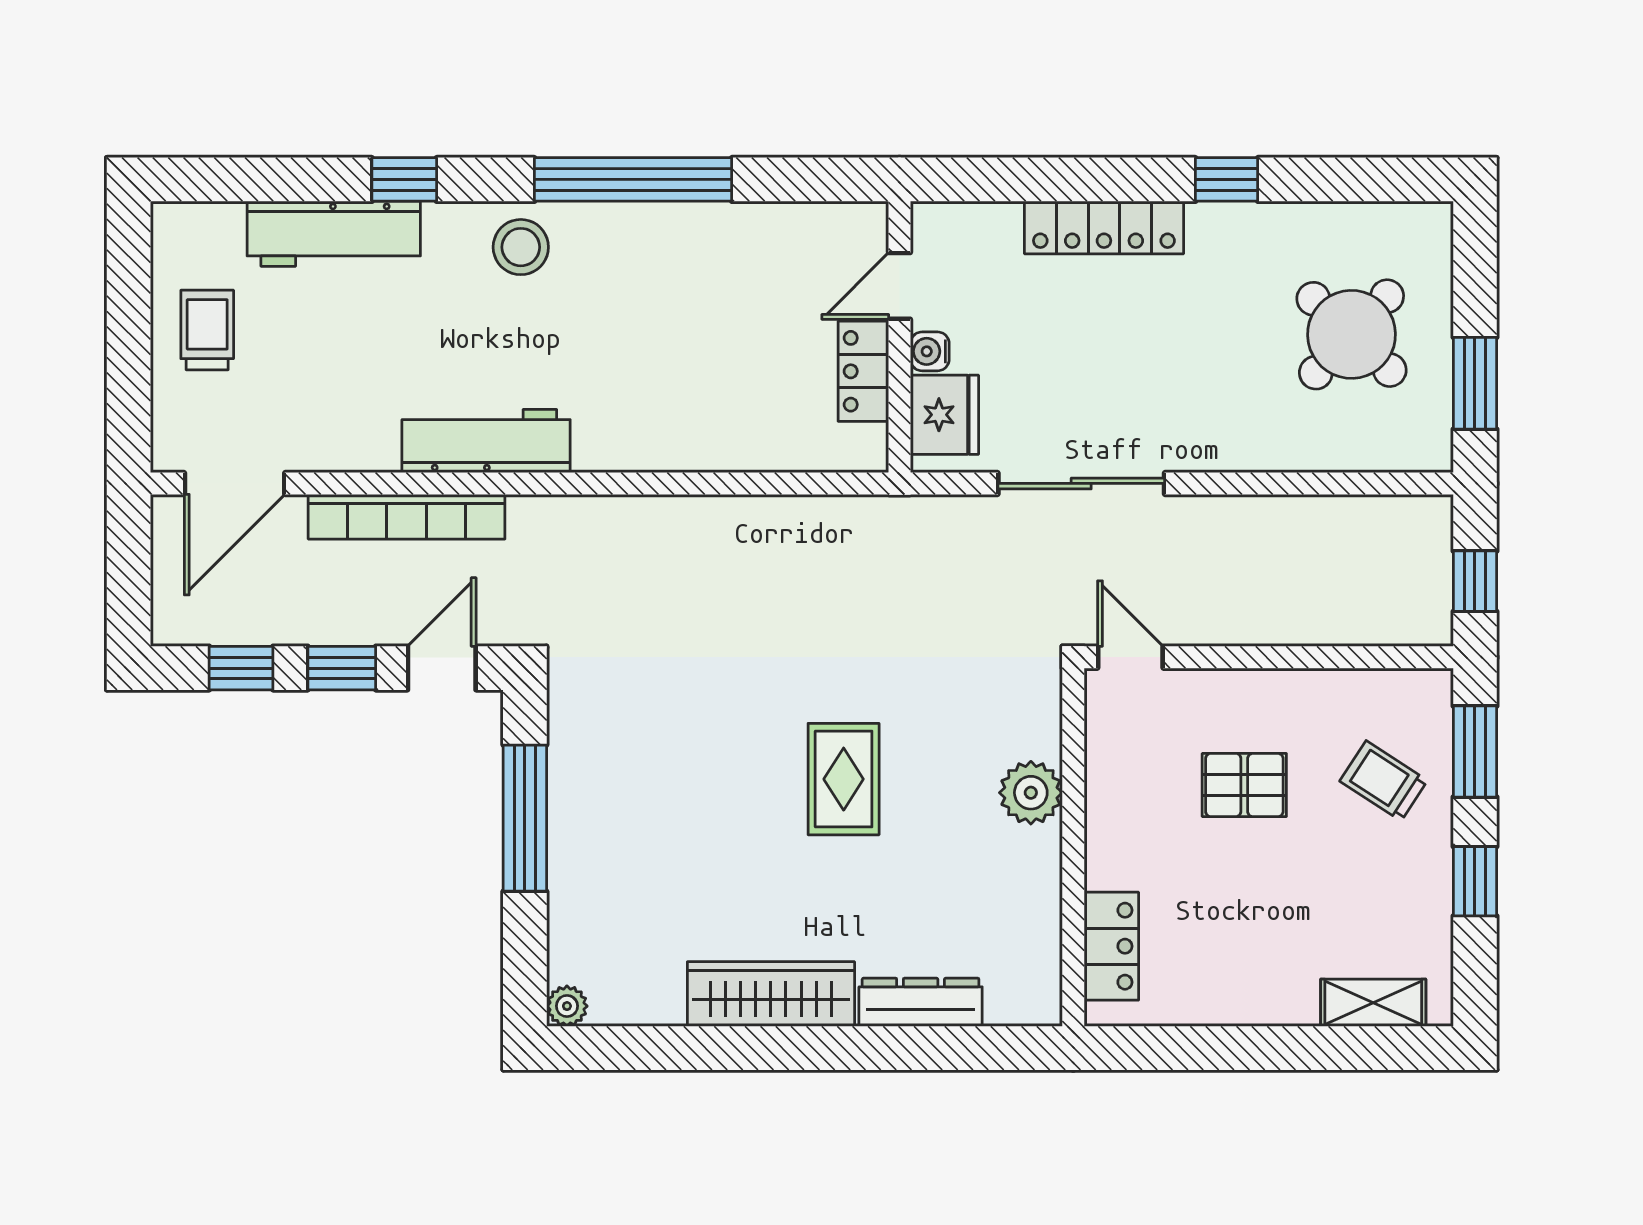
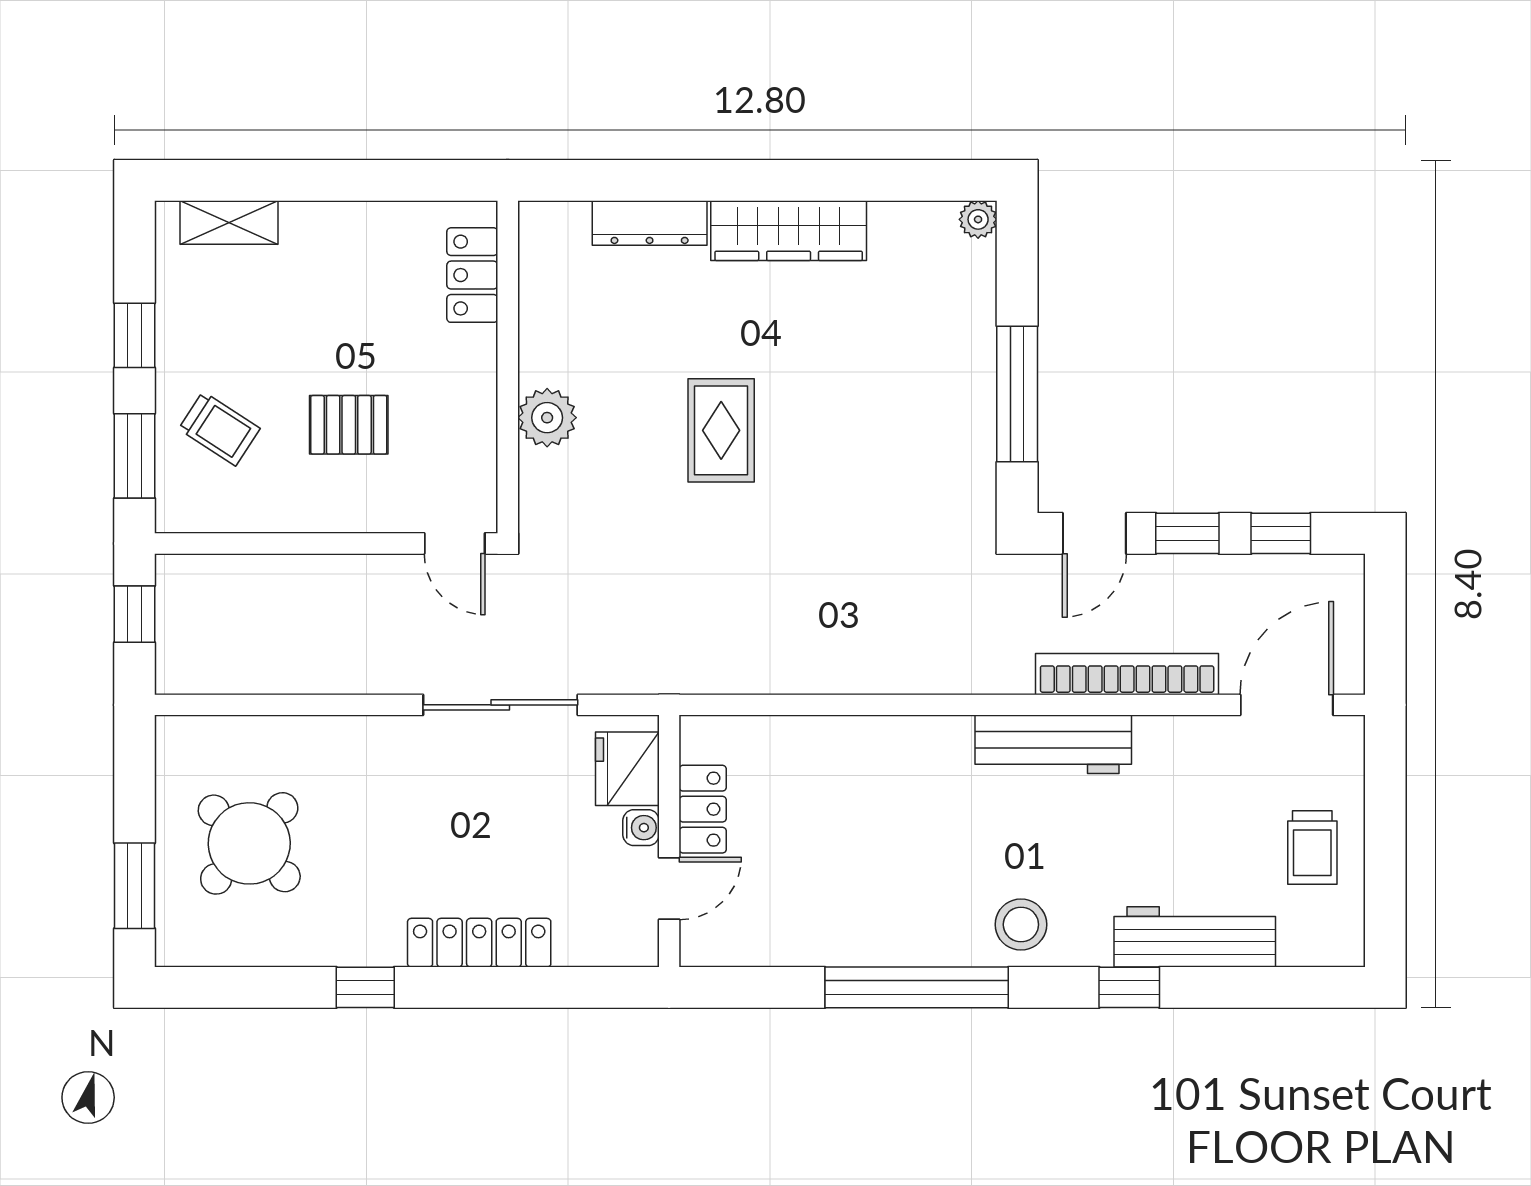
window: (1475, 383) -> (134, 886), moved

